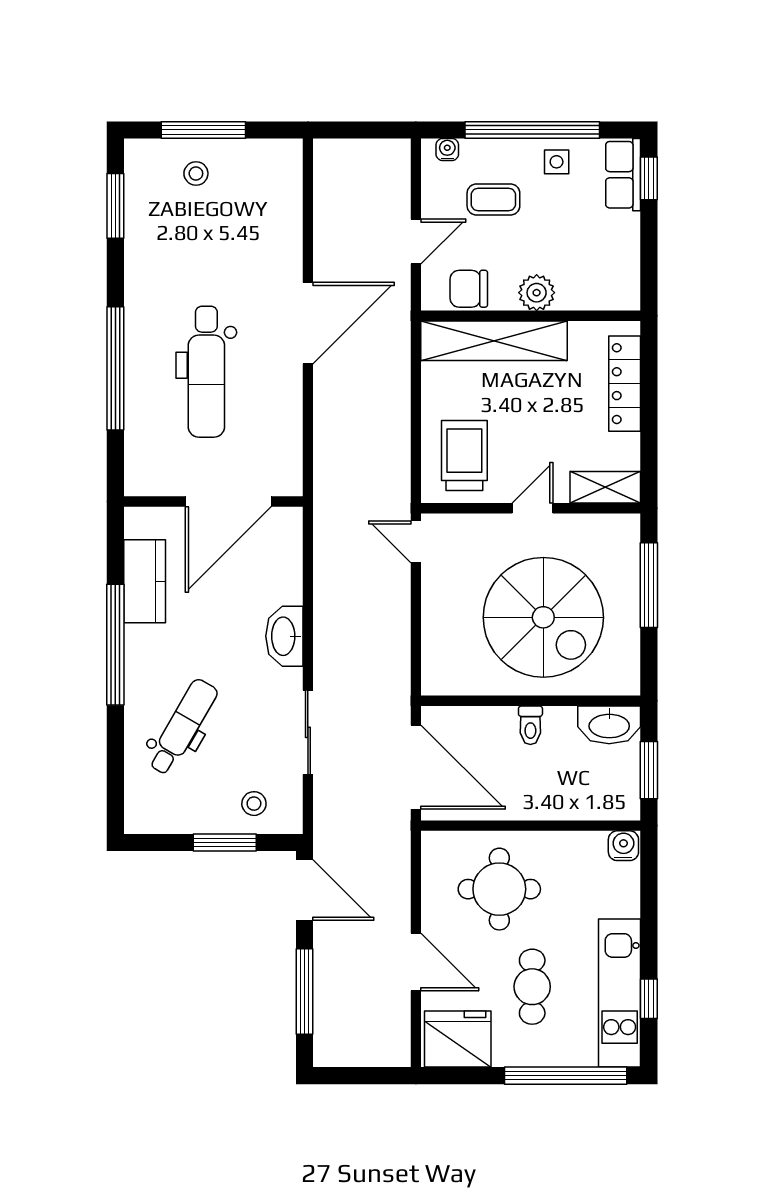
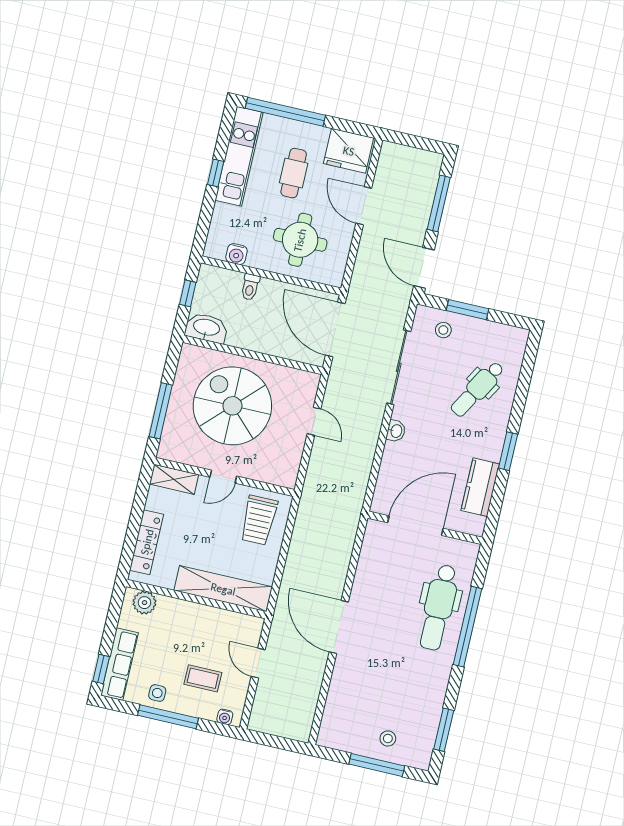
window: (532, 130) -> (168, 717), width x0.68
row of seats: (623, 175) -> (119, 664), width x1.48
door: (416, 242) -> (258, 663), hinge flipped
chair: (469, 289) -> (232, 625), removed
plant: (537, 293) -> (144, 603), moved
door: (308, 323) -> (339, 627), hinge flipped
dental chair: (206, 372) -> (439, 607), moved, turned 180
door: (416, 542) -> (314, 421), moved
washbasin: (284, 636) -> (396, 431), width x0.52, depth x0.69
window: (115, 645) -> (508, 451), width x0.47
toilet: (530, 725) -> (250, 287), moved, turned 180
sliding door: (308, 732) -> (399, 367), width x1.37
window: (649, 770) -> (188, 293), width x0.67
water cooler: (623, 846) -> (237, 254), moved
window: (649, 999) -> (216, 173), moved

